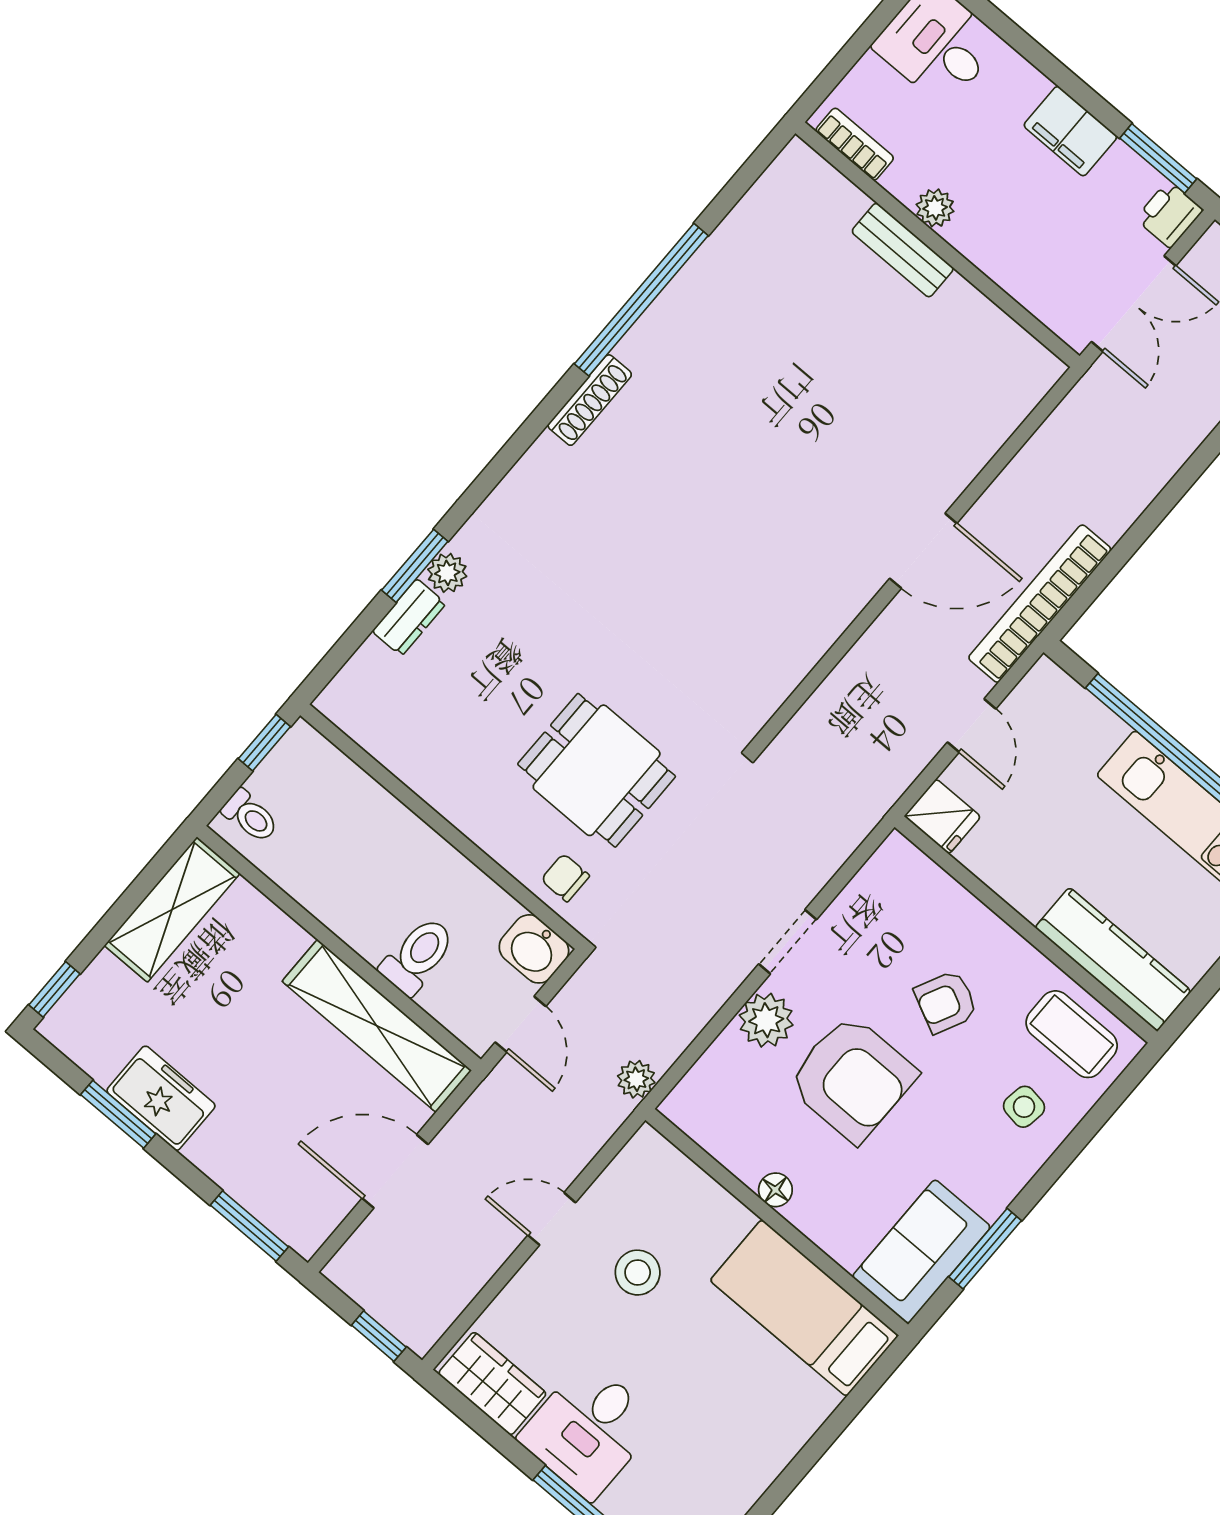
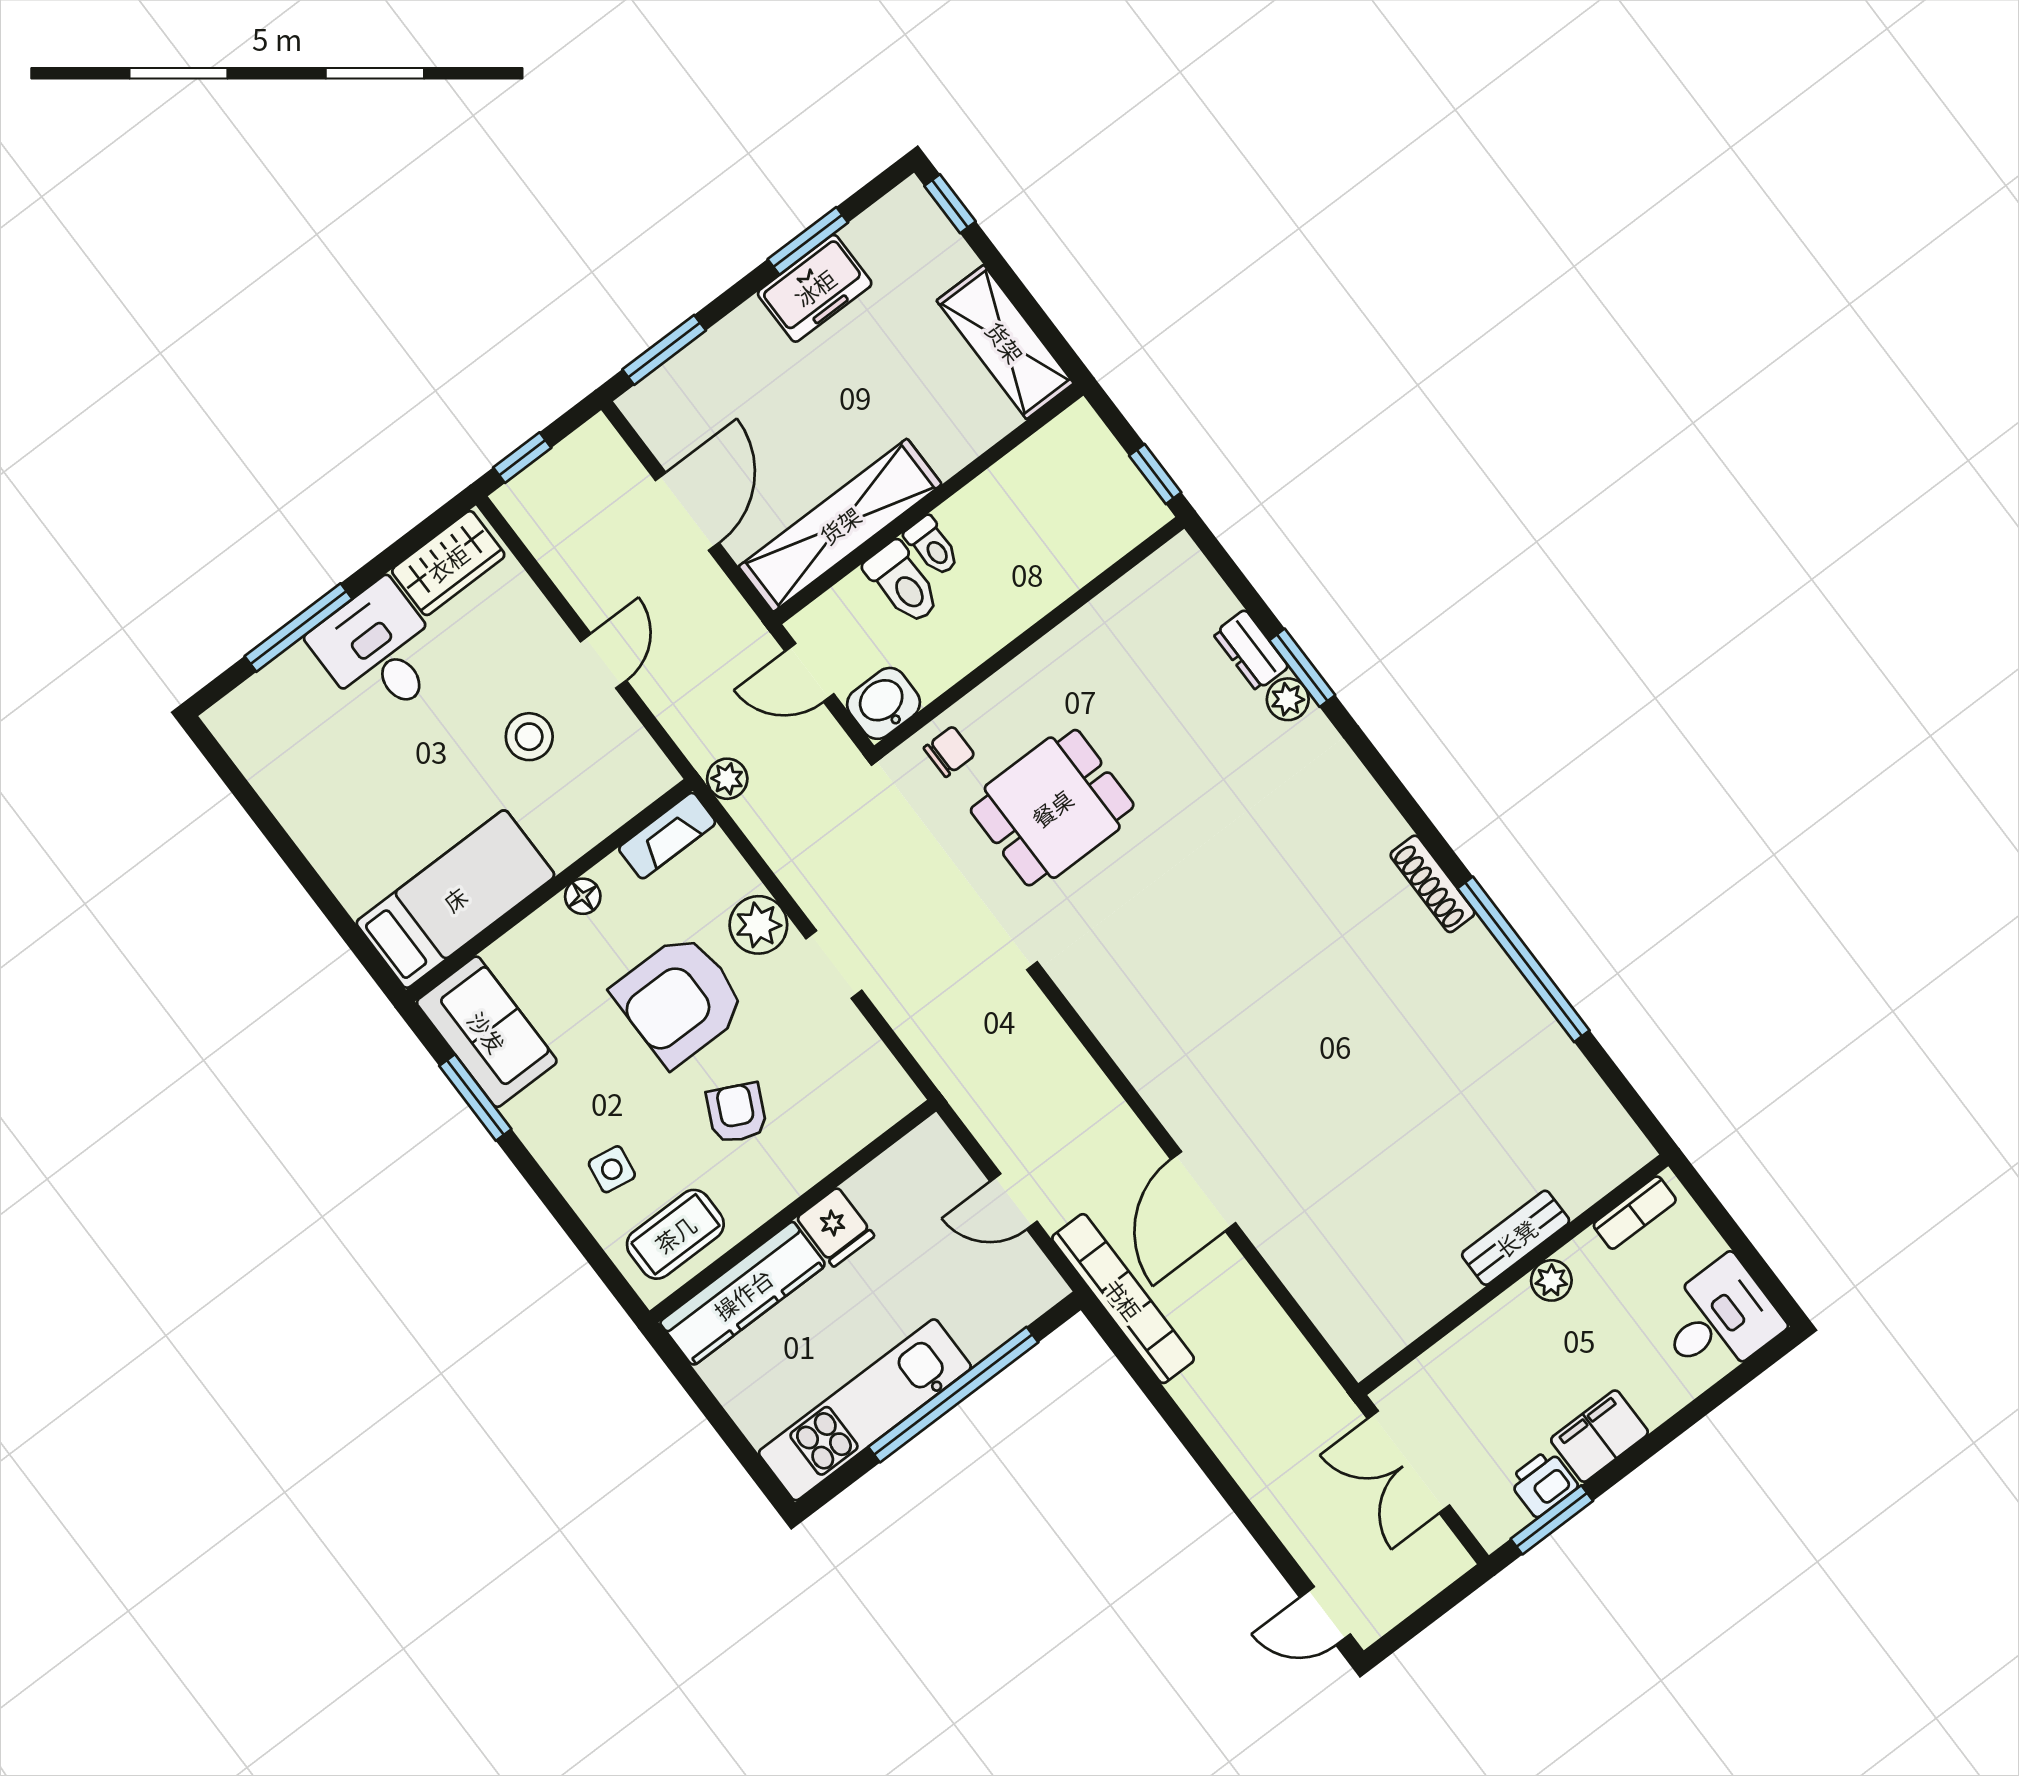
printer: (1169, 214) -> (1543, 1483), moved, turned -90
toilet: (250, 816) -> (932, 546), moved, turned -90
fridge: (942, 816) -> (836, 1227), moved, turned -90
fireplace: (702, 1124) -> (667, 836), added

